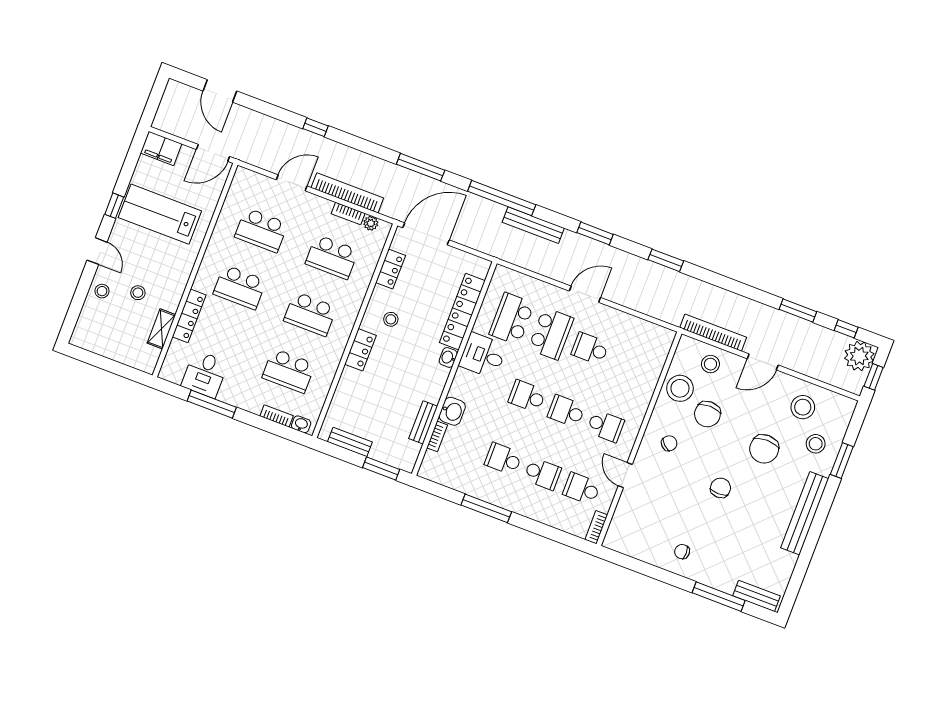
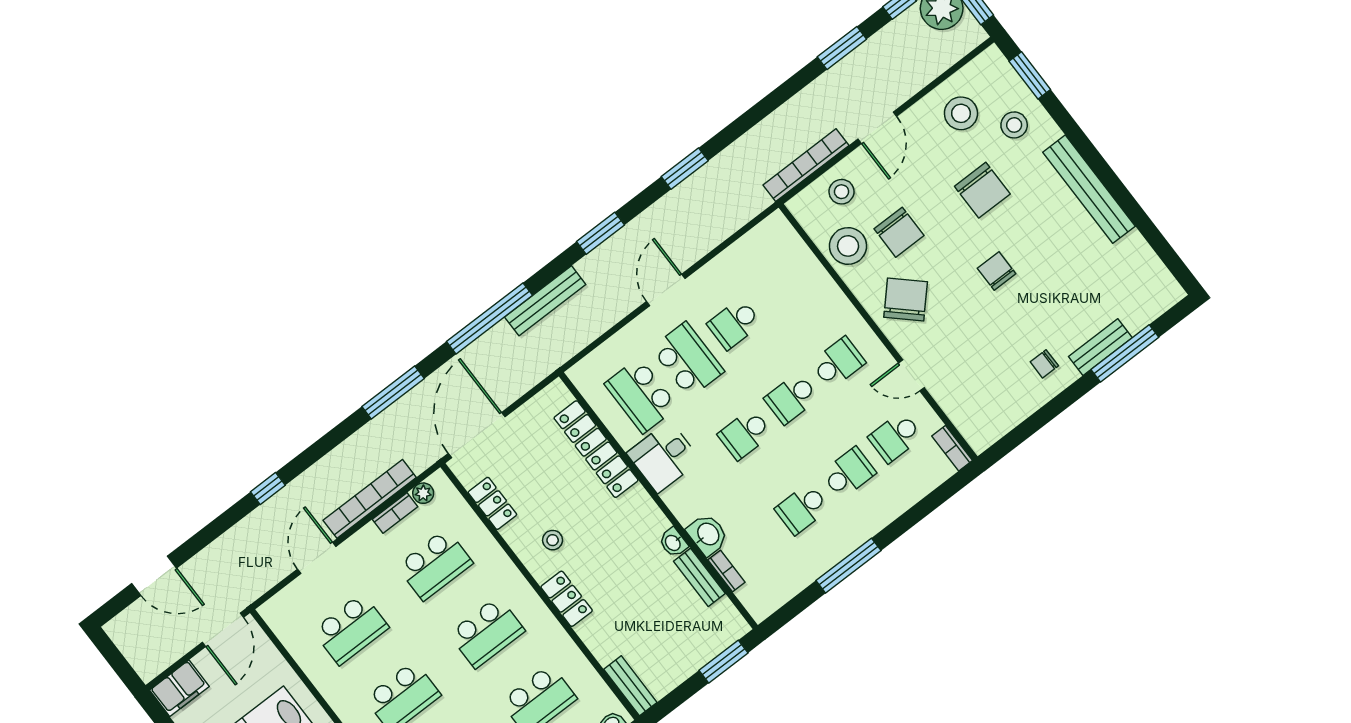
washbasin: (448, 357) -> (673, 543), moved
bench: (350, 442) -> (630, 686), moved, turned 90
chair: (669, 443) -> (906, 299), width x1.87, depth x1.87
window: (842, 460) -> (1030, 75), moved
bench: (756, 596) -> (1100, 347), moved

